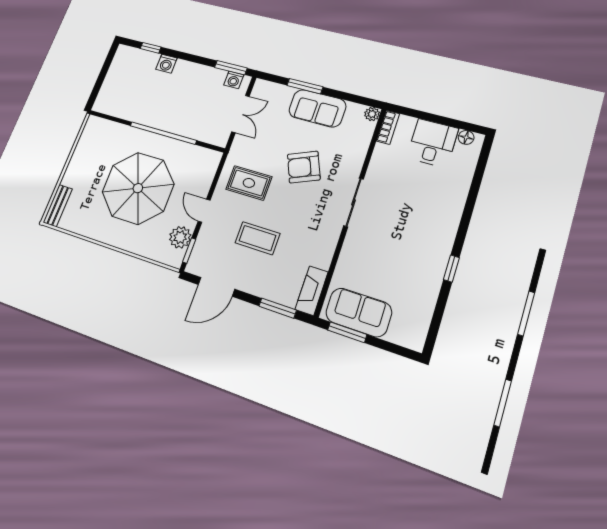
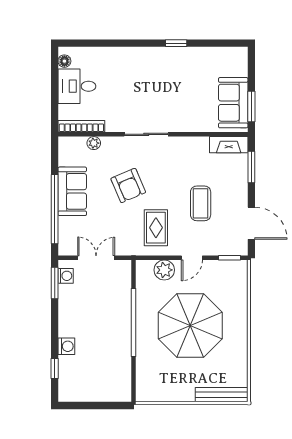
window: (305, 86) -> (55, 209), width x2.11
plant: (372, 114) -> (94, 143), moved
bookcase: (388, 127) -> (81, 126), width x1.56
bench: (58, 206) -> (222, 395), width x1.36
plant: (180, 237) -> (164, 270), moved

